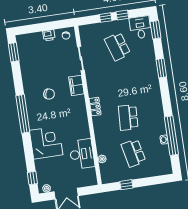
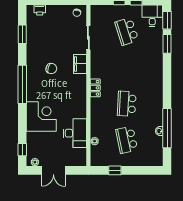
printer: (49, 35) -> (40, 10), moved
window: (14, 52) -> (22, 34), moved
window: (161, 68) -> (167, 44), moved

